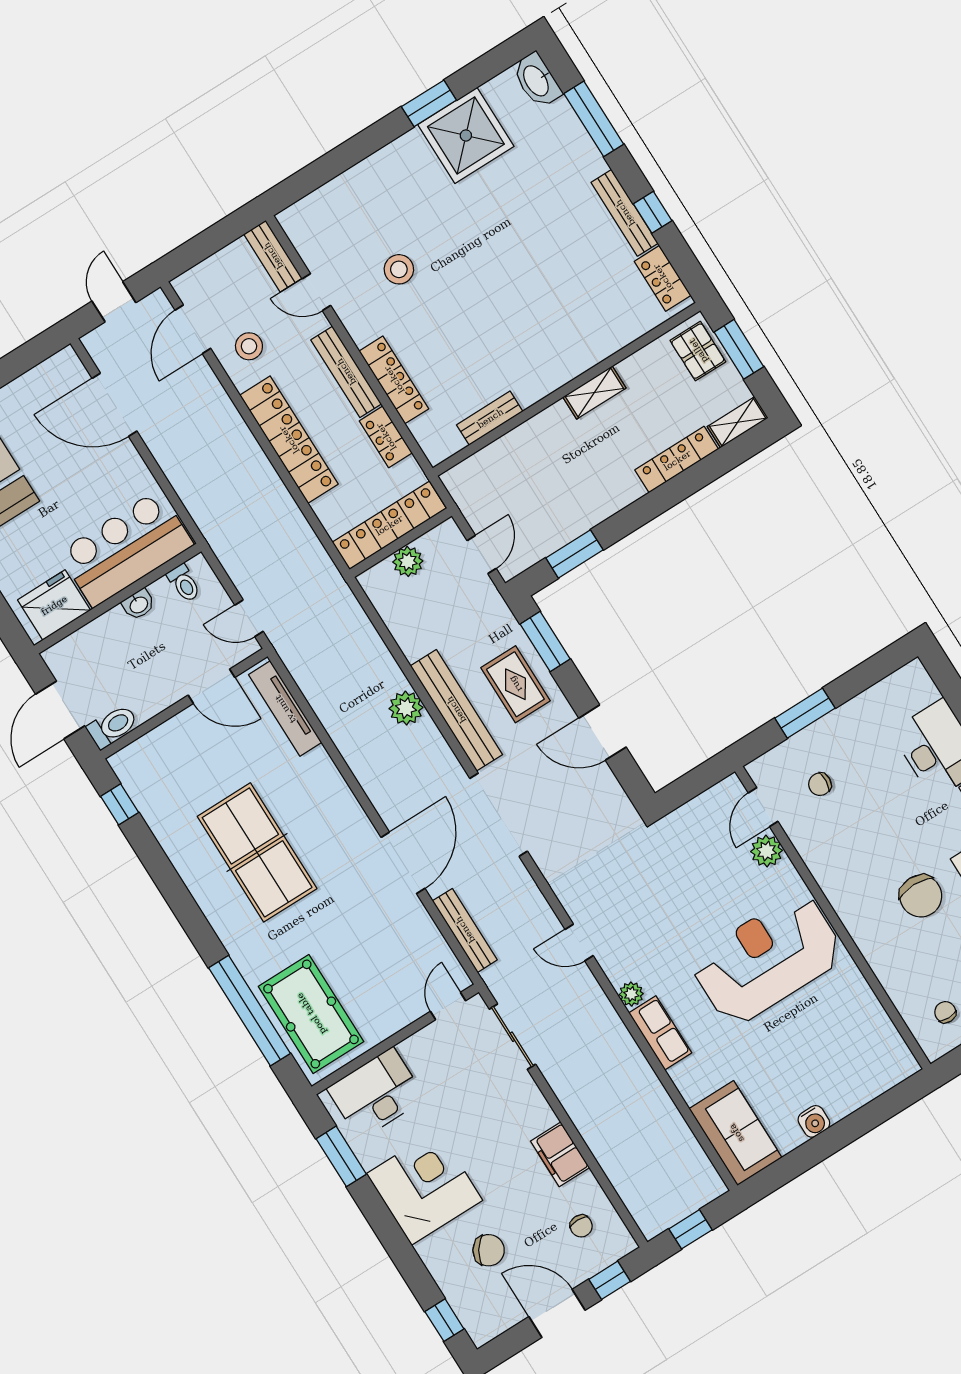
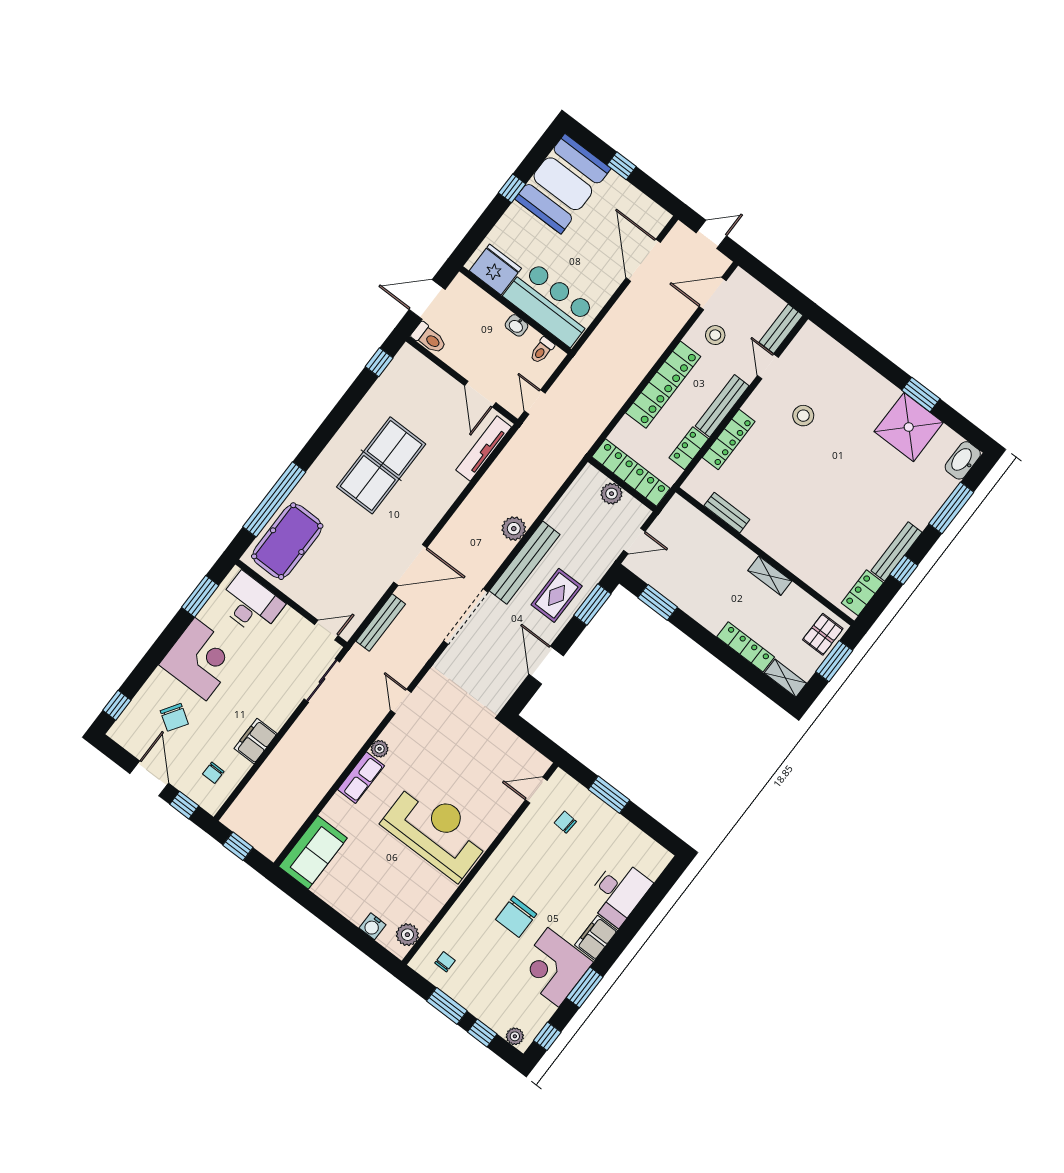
plant: (767, 851) -> (407, 935), moved
water cooler: (814, 1121) -> (373, 926), moved

